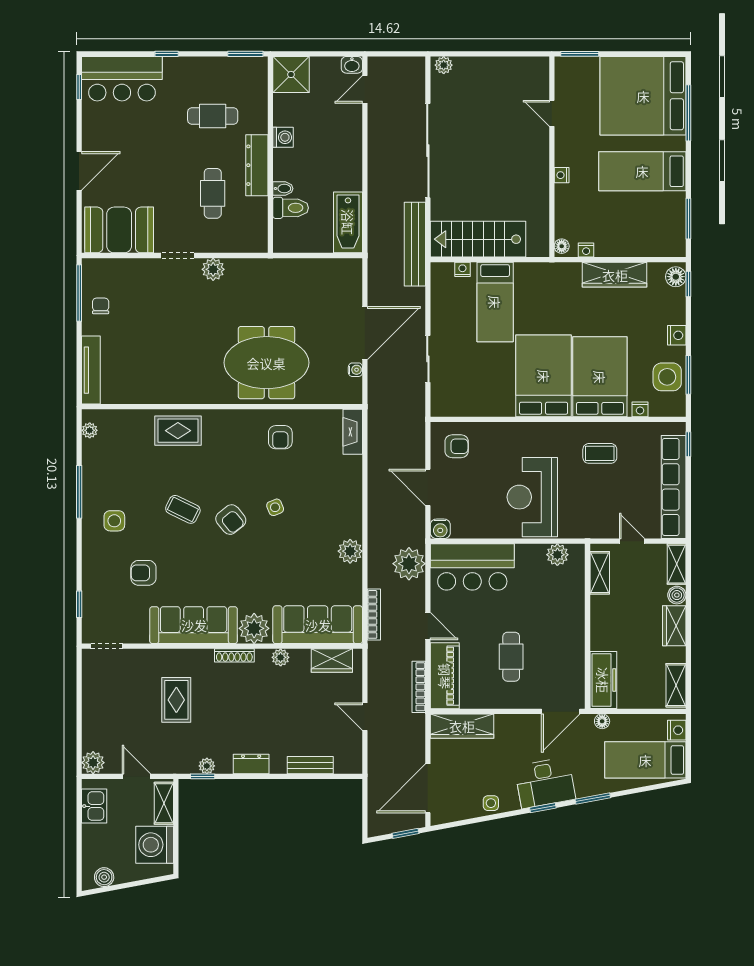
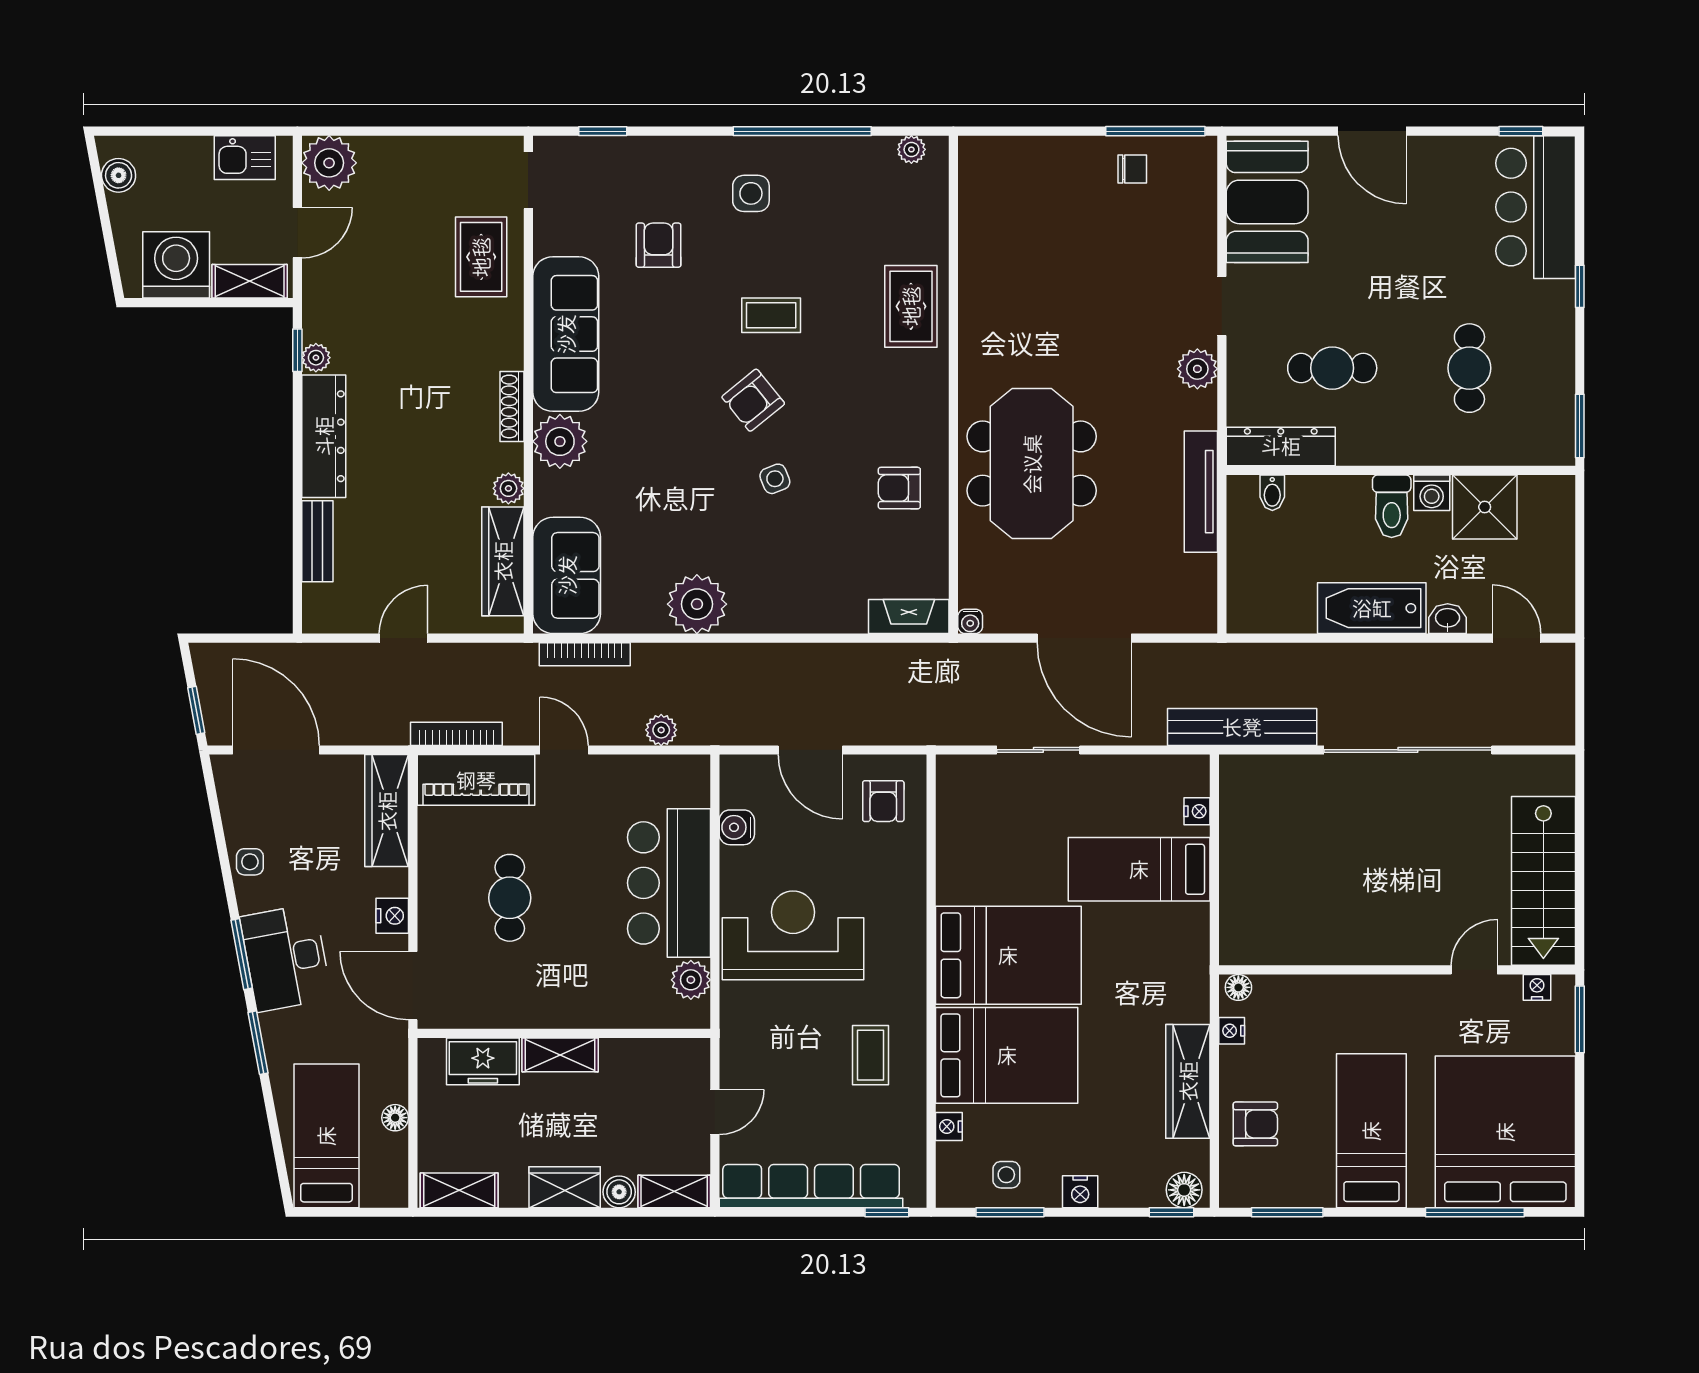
washbasin: (352, 65) -> (1448, 619), moved, turned 90
plant: (444, 65) -> (1560, 778), removed
shower: (291, 74) -> (1485, 507), moved
dresser: (257, 165) -> (1281, 446), moved
nightstand: (562, 175) -> (1537, 987), moved
bidet: (283, 189) -> (1272, 493), moved
toilet: (291, 208) -> (1392, 506), moved
bathtub: (348, 222) -> (1372, 608), moved
armchair: (639, 237) -> (1255, 1124), added
stairs: (478, 239) -> (1543, 881), moved, turned 180
tv unit: (91, 370) -> (1201, 492), moved, turned 90
water cooler: (355, 370) -> (970, 621), moved
side table: (667, 377) -> (1006, 1175), width x0.54, depth x0.54
door: (428, 487) -> (810, 750), swing flipped
window: (79, 492) -> (802, 131), width x1.46
coffee table: (183, 509) -> (771, 315), turned 64
water cooler: (440, 529) -> (737, 827), moved
plant: (350, 551) -> (697, 604), width x1.36, depth x1.36
plant: (409, 564) -> (661, 730), width x0.53, depth x0.53
bar counter: (472, 567) -> (669, 883), moved
shelving: (600, 573) -> (560, 1055), moved
sofa: (318, 625) -> (567, 575), width x0.73
door: (428, 626) -> (564, 750), swing flipped
cafe table: (511, 657) -> (510, 898), turned 90
wardrobe: (332, 661) -> (503, 561), width x1.50
freezer: (603, 680) -> (483, 1061), width x0.71
rug: (176, 700) -> (481, 257), moved, turned 90
floor lamp: (602, 721) -> (395, 1118), moved
nightstand: (677, 730) -> (392, 916), moved, turned -90
plant: (93, 763) -> (329, 163), width x1.36, depth x1.36
dresser: (251, 764) -> (324, 436), width x1.96, depth x1.24
window: (543, 808) -> (242, 954), width x1.50

